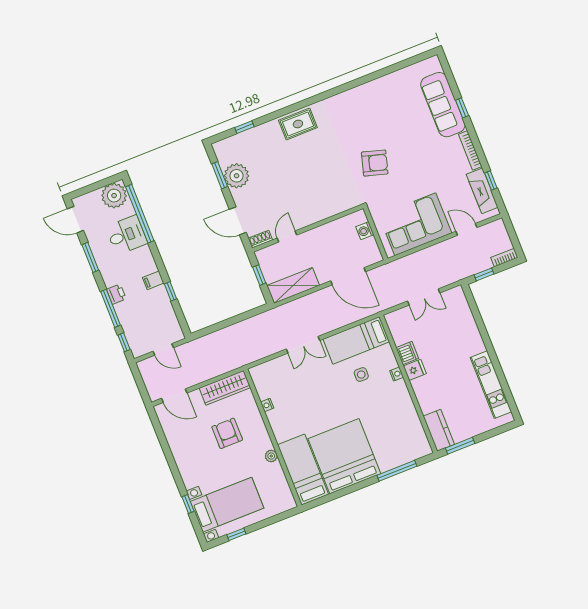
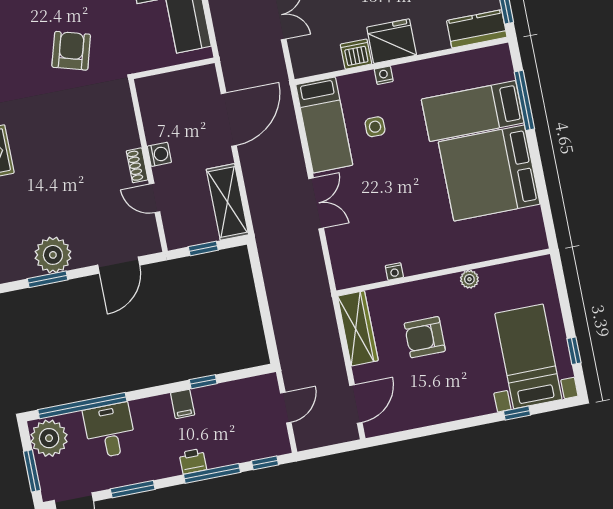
window: (90, 188) -> (32, 471), added
washing machine: (365, 231) -> (159, 154), moved, turned -90
shoe rack: (260, 239) -> (137, 165), moved
fridge: (415, 370) -> (392, 41), width x1.88, depth x1.34
bed: (303, 469) -> (473, 111), moved

